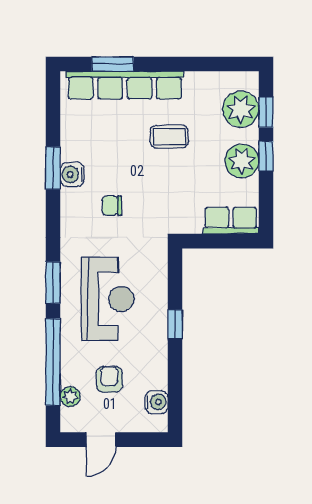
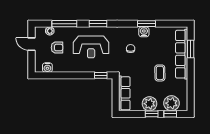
row of seats: (231, 221) -> (124, 93), width x1.48
window: (175, 324) -> (101, 75), moved
window: (53, 362) -> (64, 24), width x0.68

